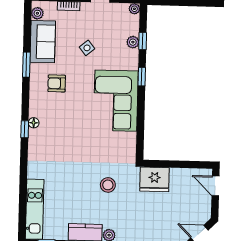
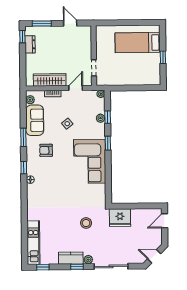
window: (25, 129) -> (24, 168), moved
door: (215, 186) -> (165, 221), hinge flipped

